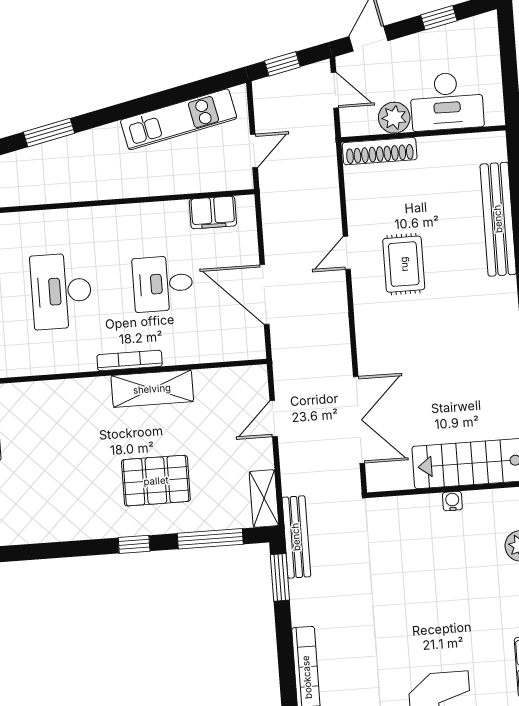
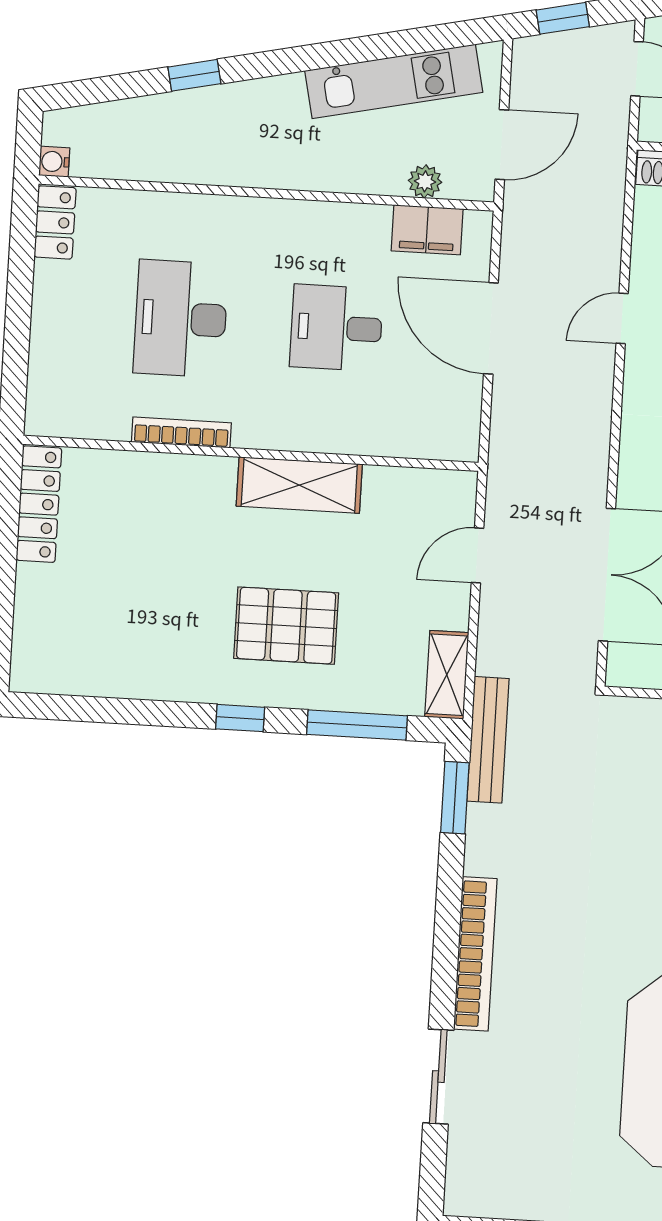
window: (49, 133) -> (194, 75), width x0.67
door: (254, 151) -> (502, 145), width x1.38
plant: (207, 181) -> (425, 181), added
door: (264, 294) -> (491, 328), moved
bookcase: (130, 360) -> (181, 432), moved

